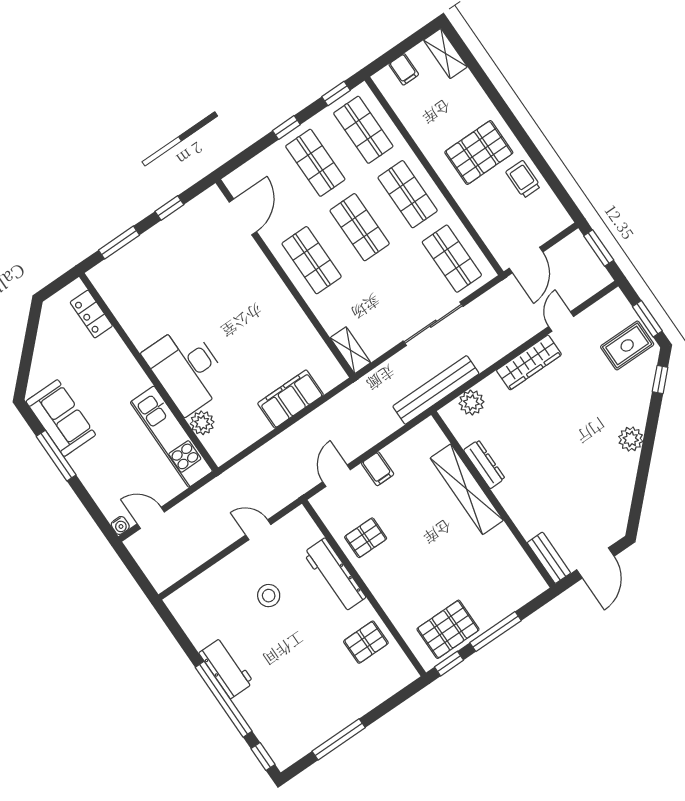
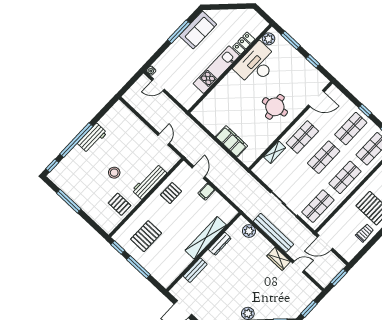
round table: (242, 301) -> (275, 107), added
locker: (91, 314) -> (244, 43), moved
rug: (627, 345) -> (294, 302), removed
shelving: (350, 350) -> (275, 152), moved
wardrobe: (529, 362) -> (279, 259), width x0.67
desk: (186, 369) -> (256, 64), moved
bench: (436, 390) -> (273, 233), moved
plant: (202, 423) -> (269, 39), moved
kitchen unit: (171, 437) -> (216, 70), moved
door: (337, 476) -> (199, 172), hinge flipped
door: (151, 518) -> (158, 85), swing flipped
pallet: (366, 538) -> (171, 193), turned 90
bench: (549, 558) -> (195, 270), moved
stool: (269, 596) -> (114, 173), moved
pallet: (448, 629) -> (146, 236), moved, turned 90

